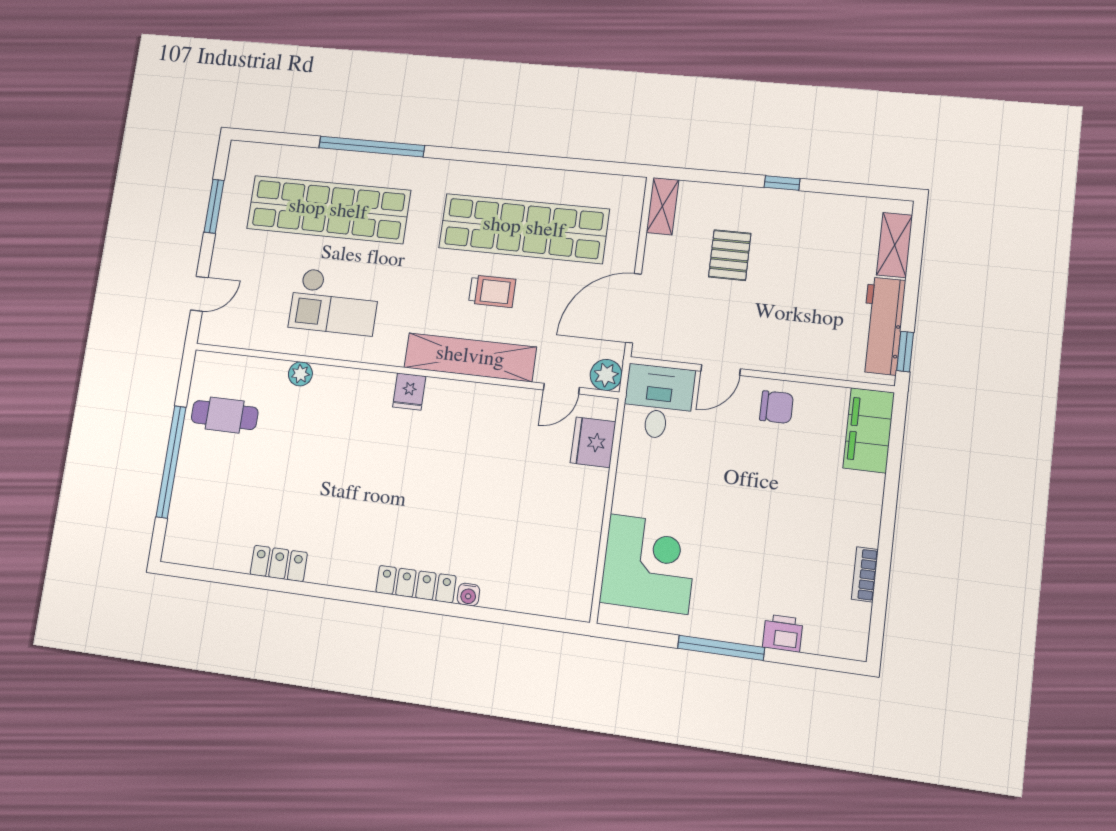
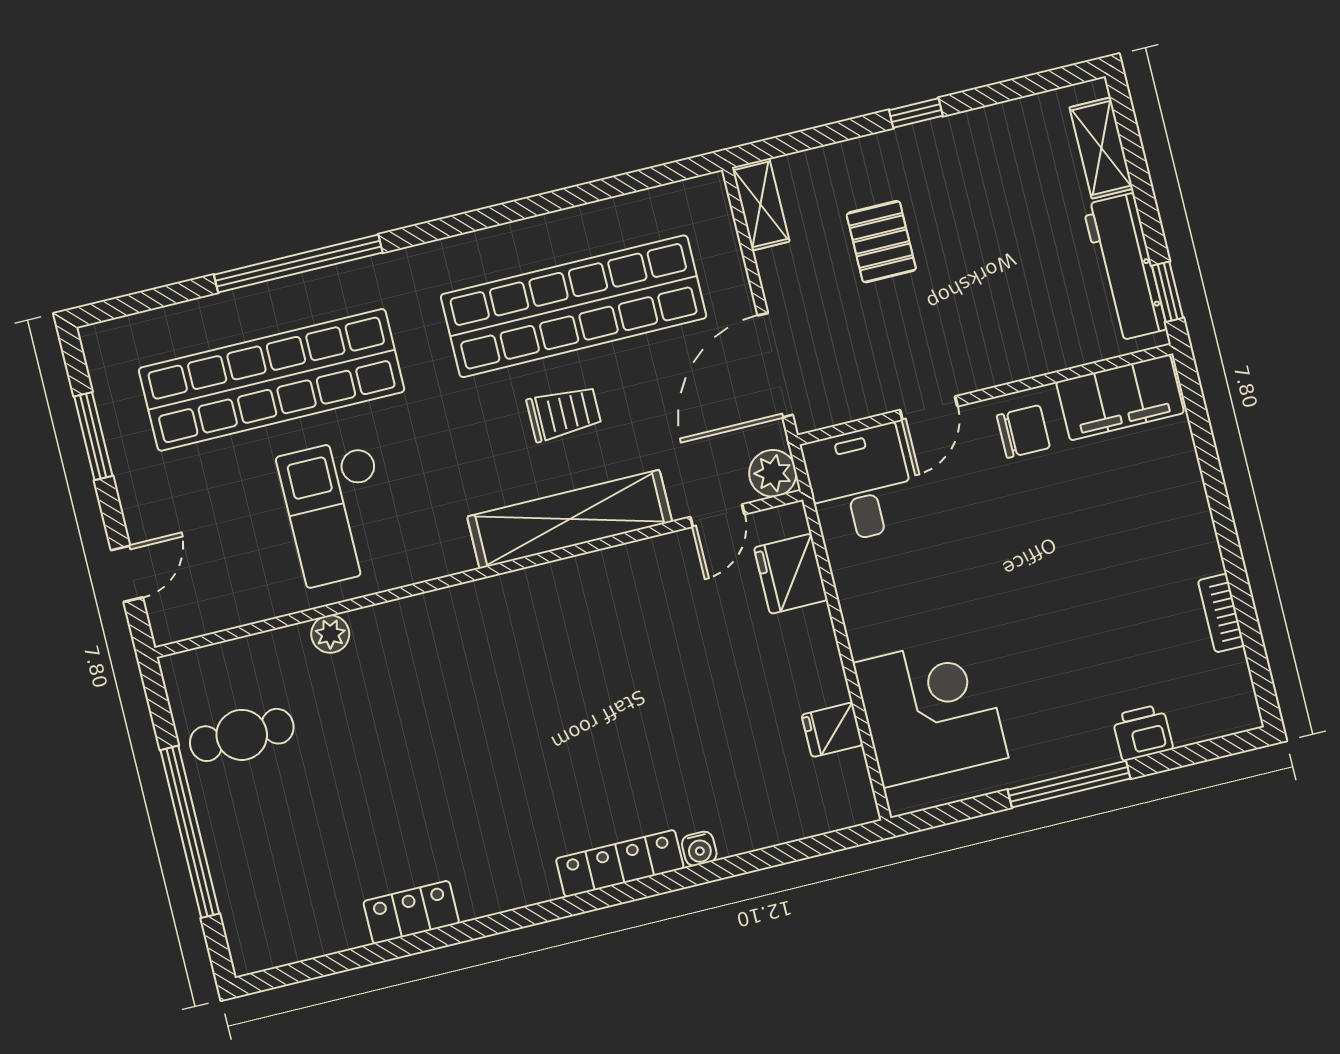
checkout: (334, 302) -> (338, 512), turned 90
fridge: (409, 392) -> (832, 730), moved, turned 90
filing cabinet: (869, 430) -> (1120, 397), moved, turned -90

